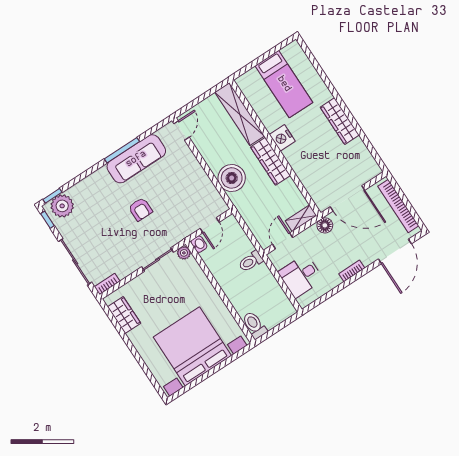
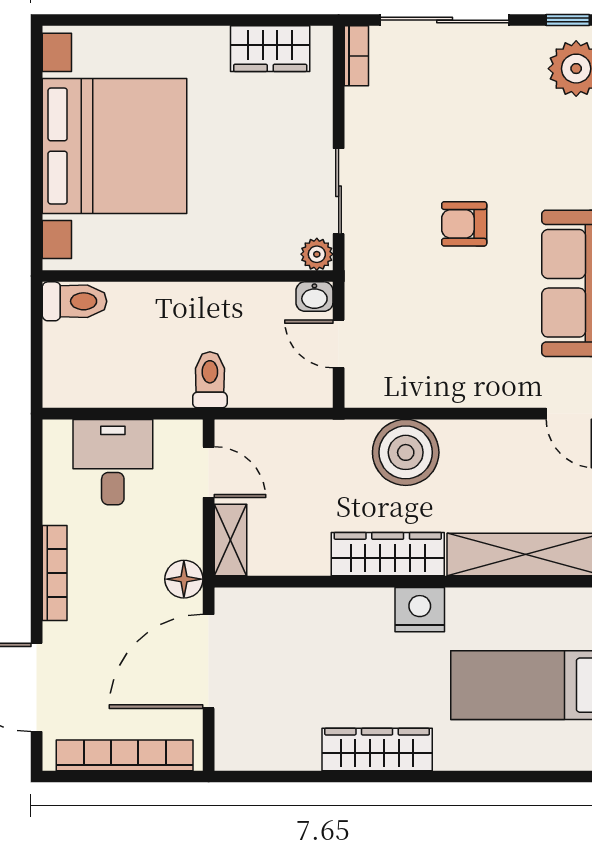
bookcase: (352, 271) -> (55, 573), width x1.56

